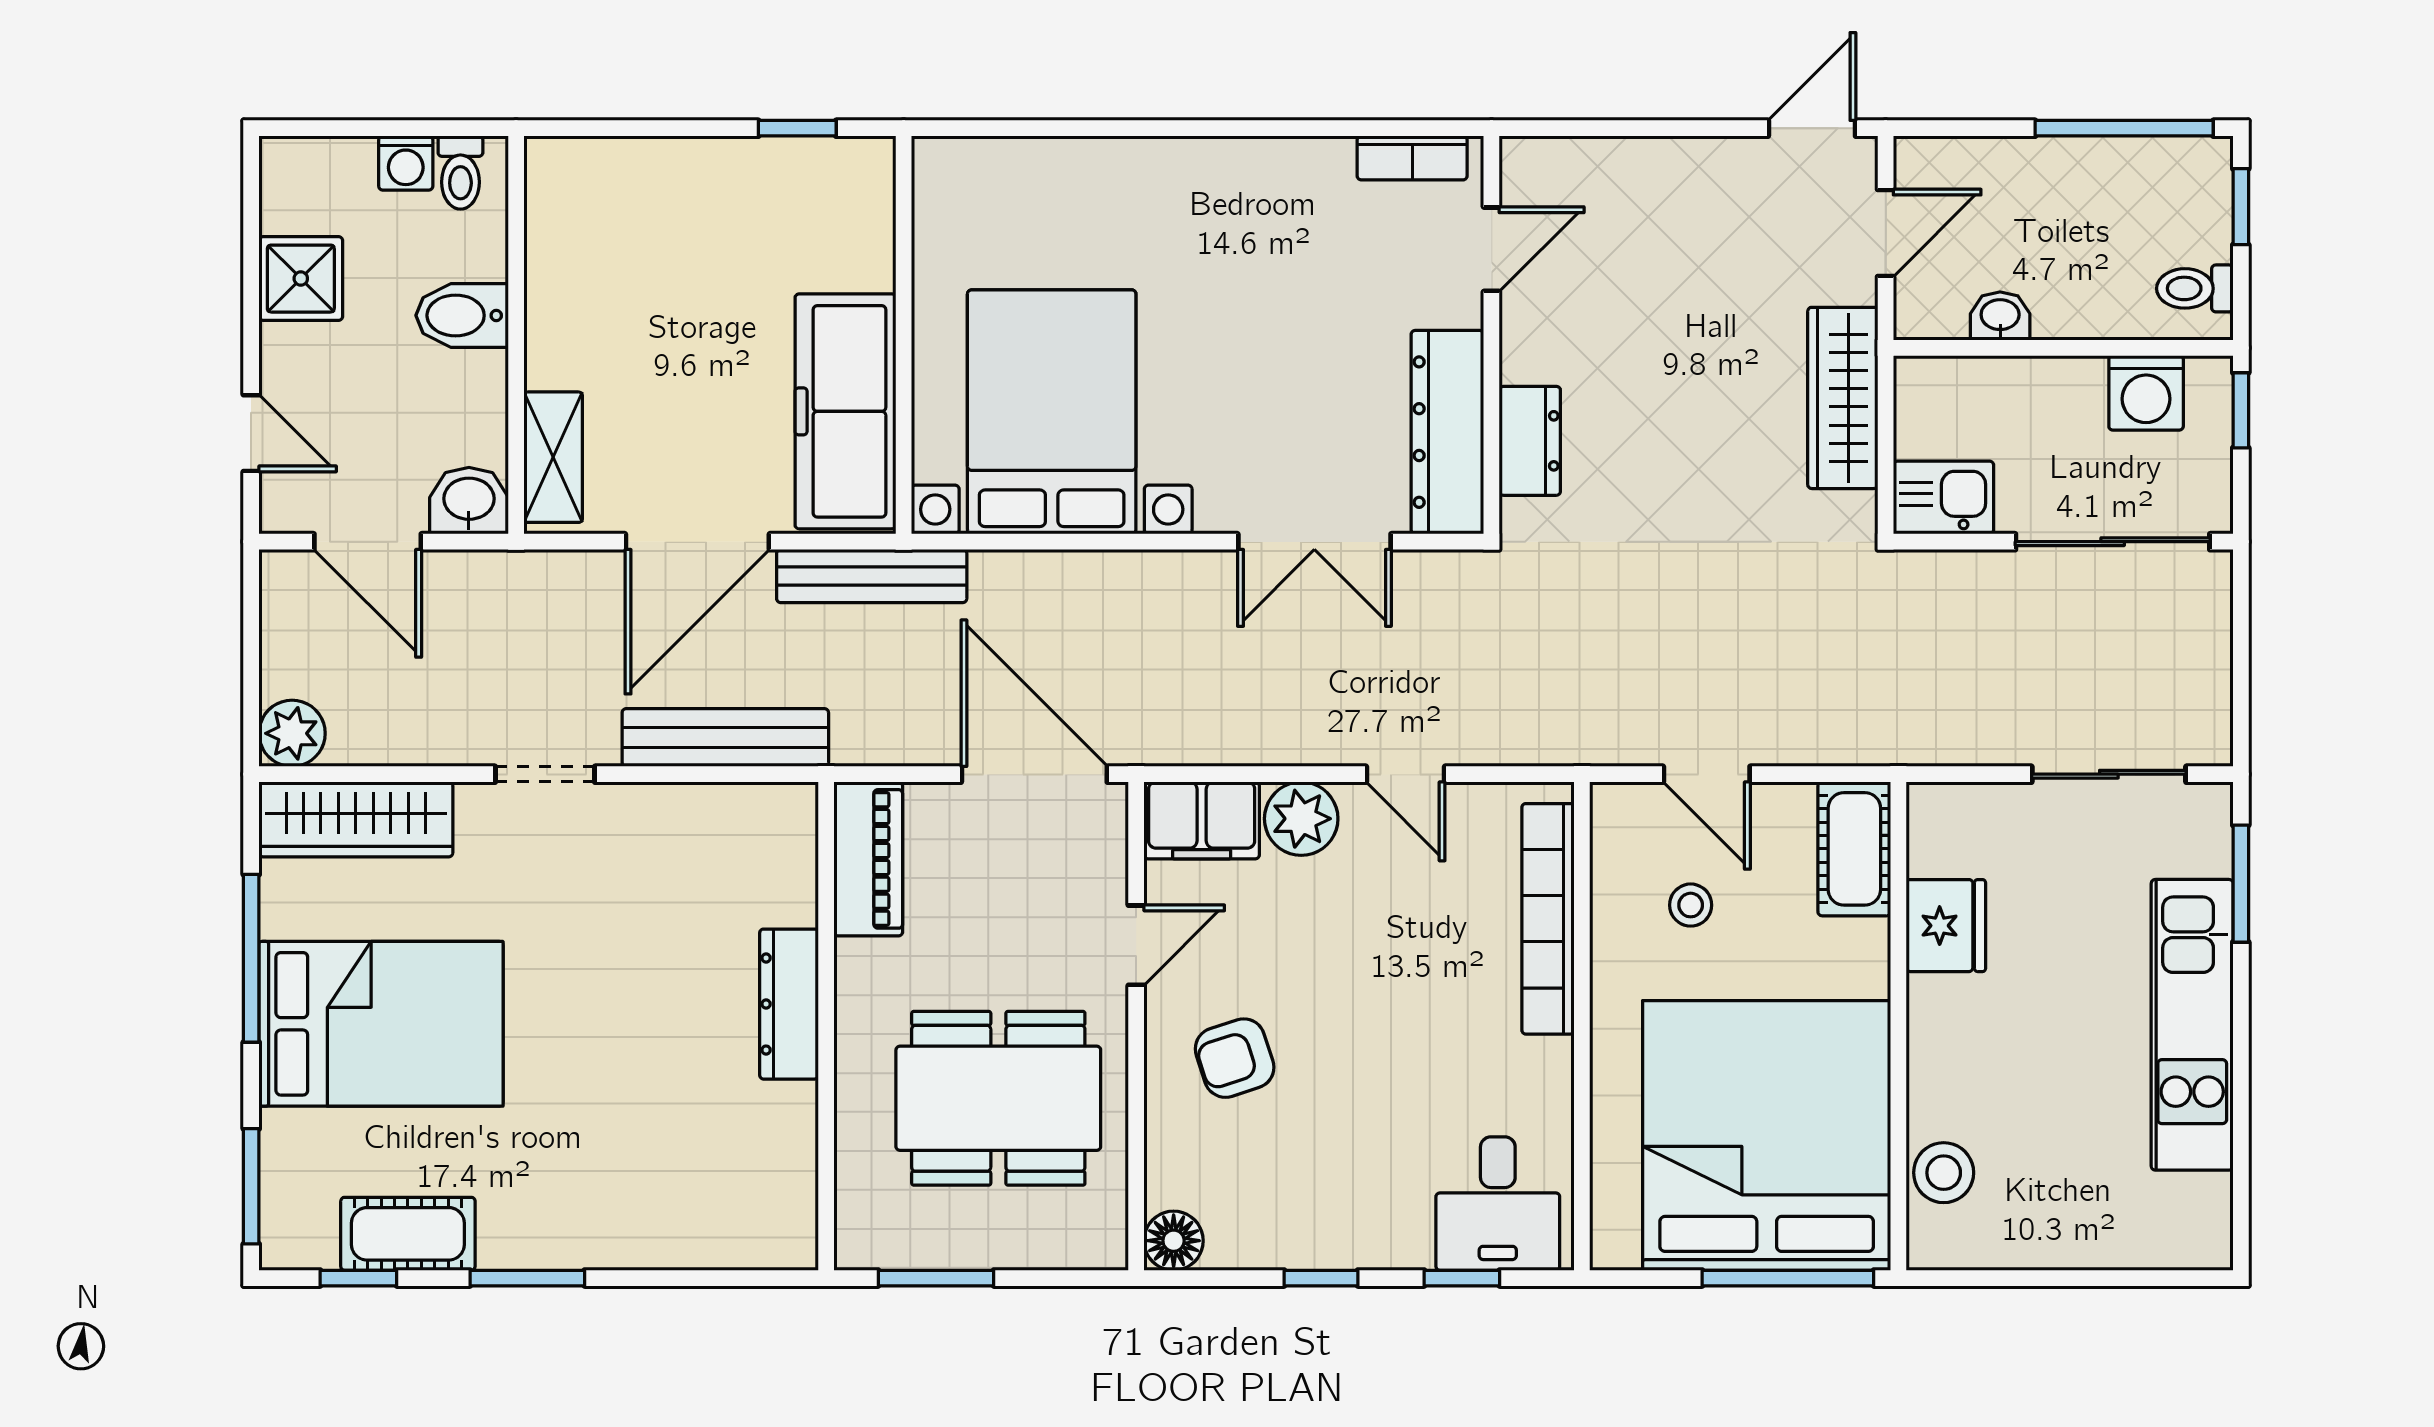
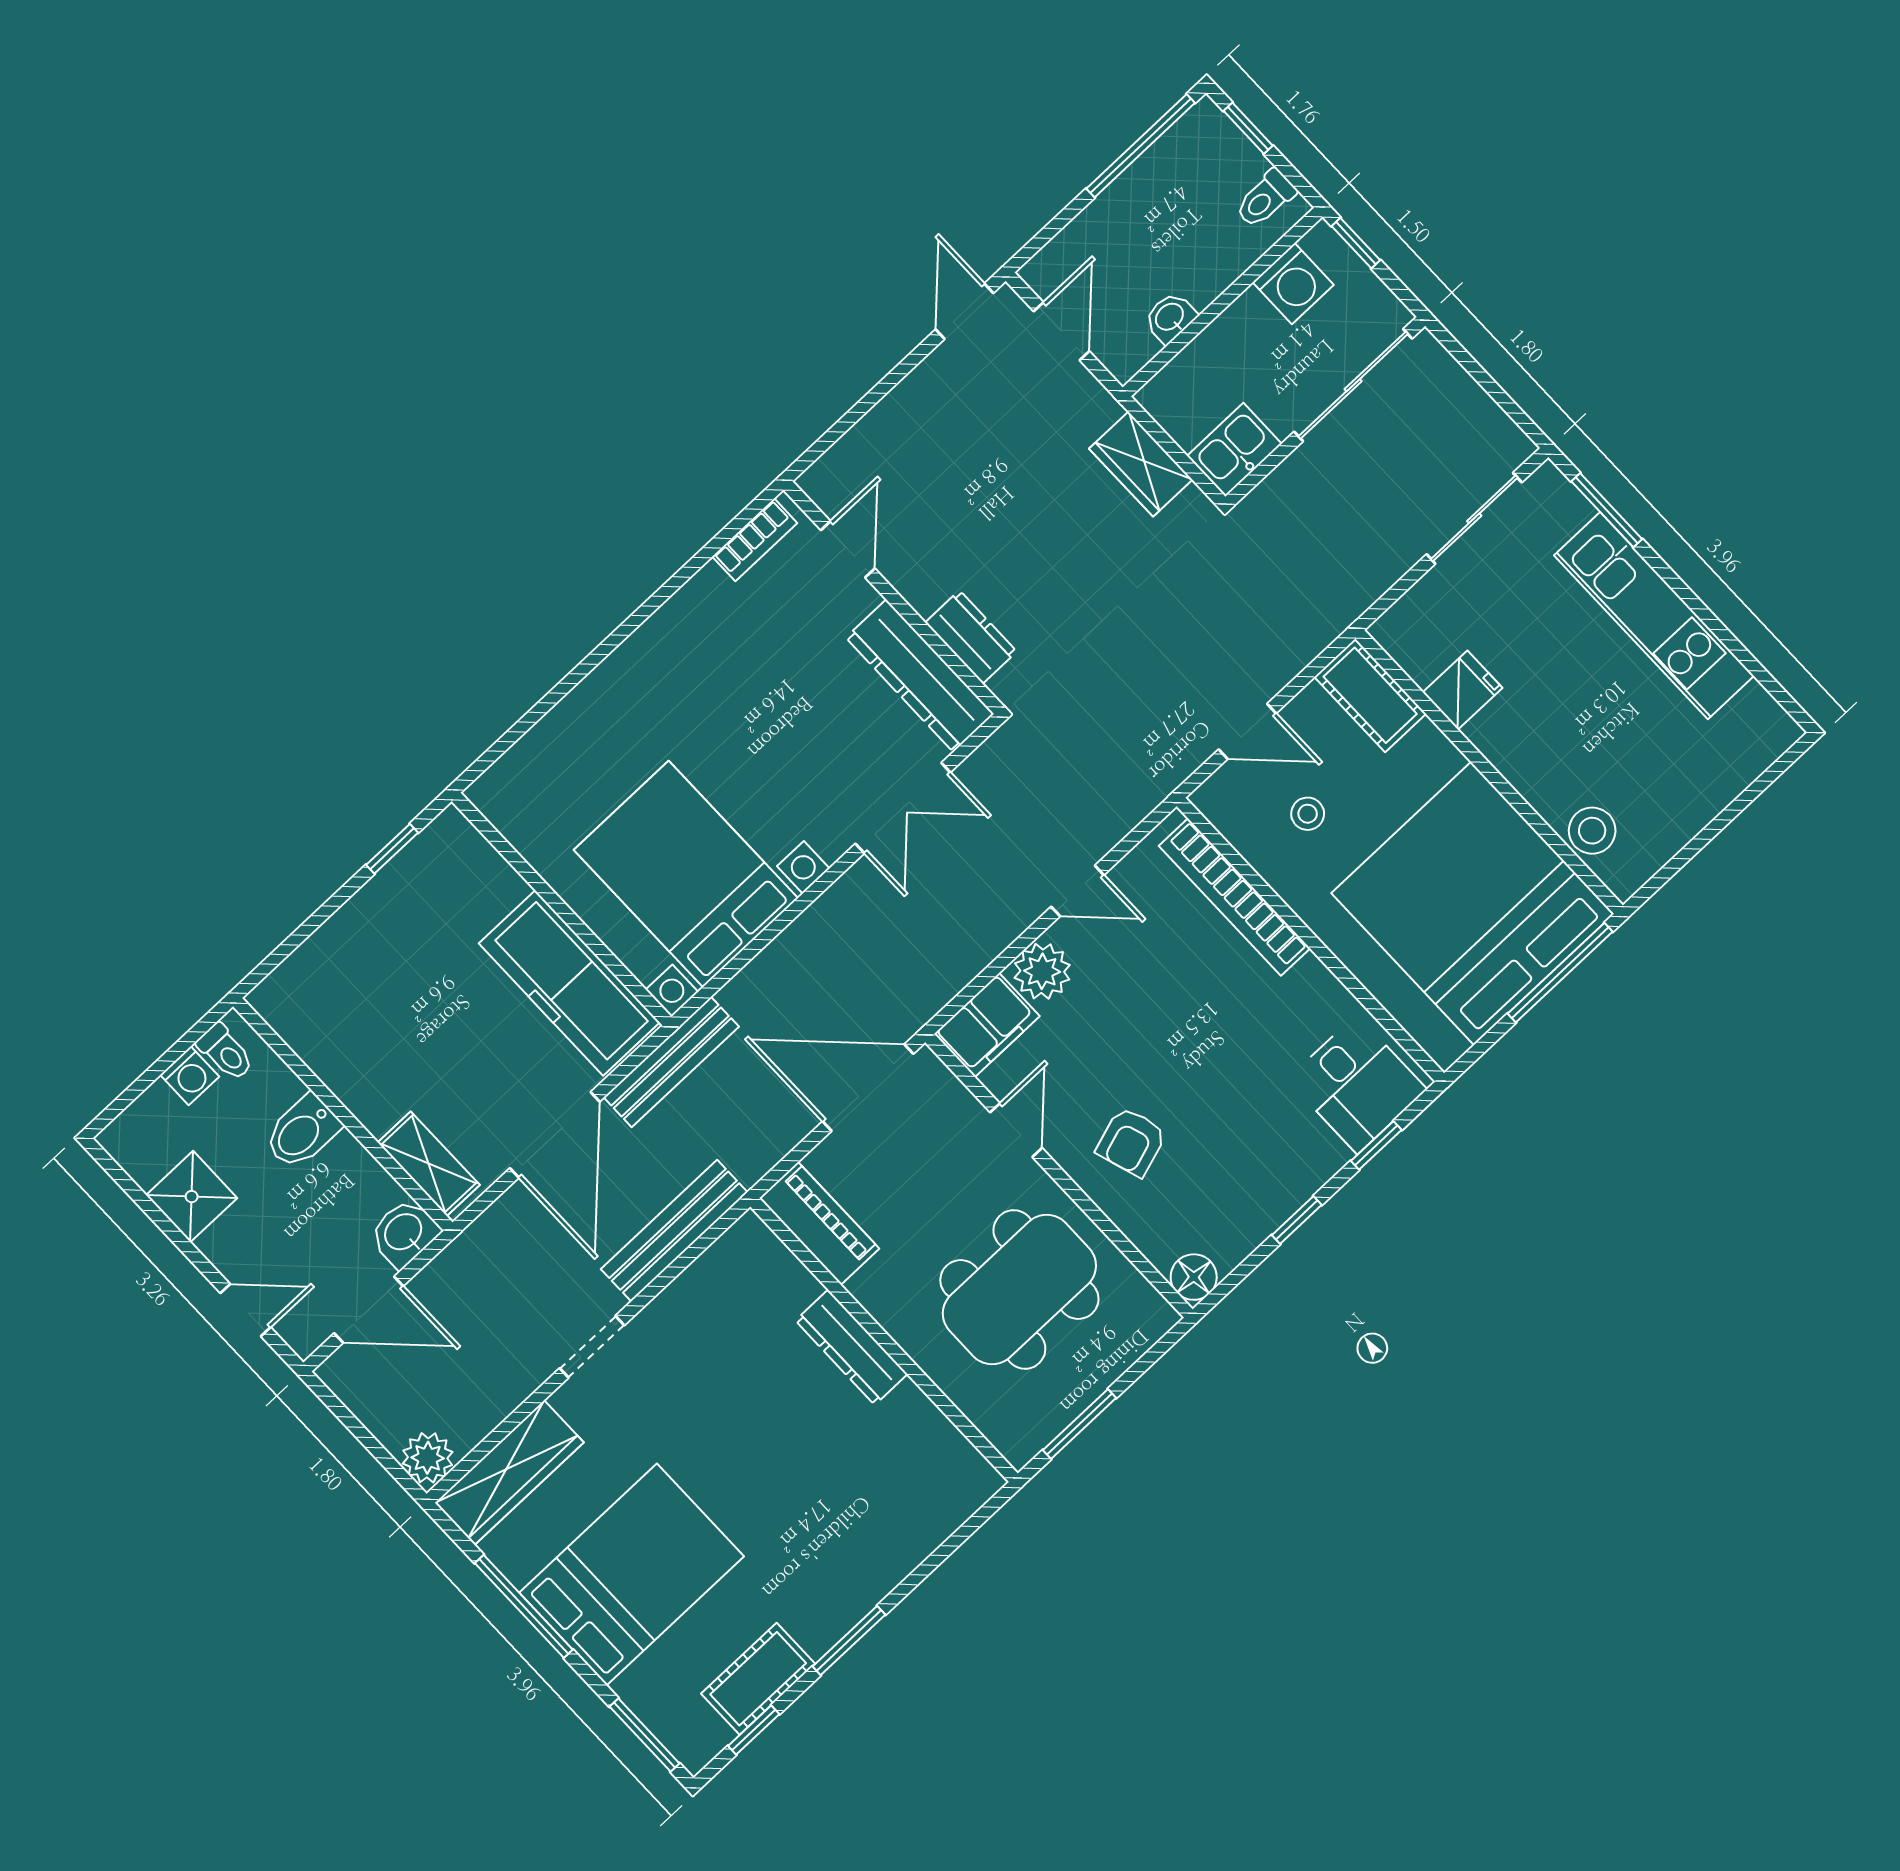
wardrobe: (1843, 398) -> (1141, 464), width x0.67
fridge: (1946, 926) -> (1462, 690), width x0.72

